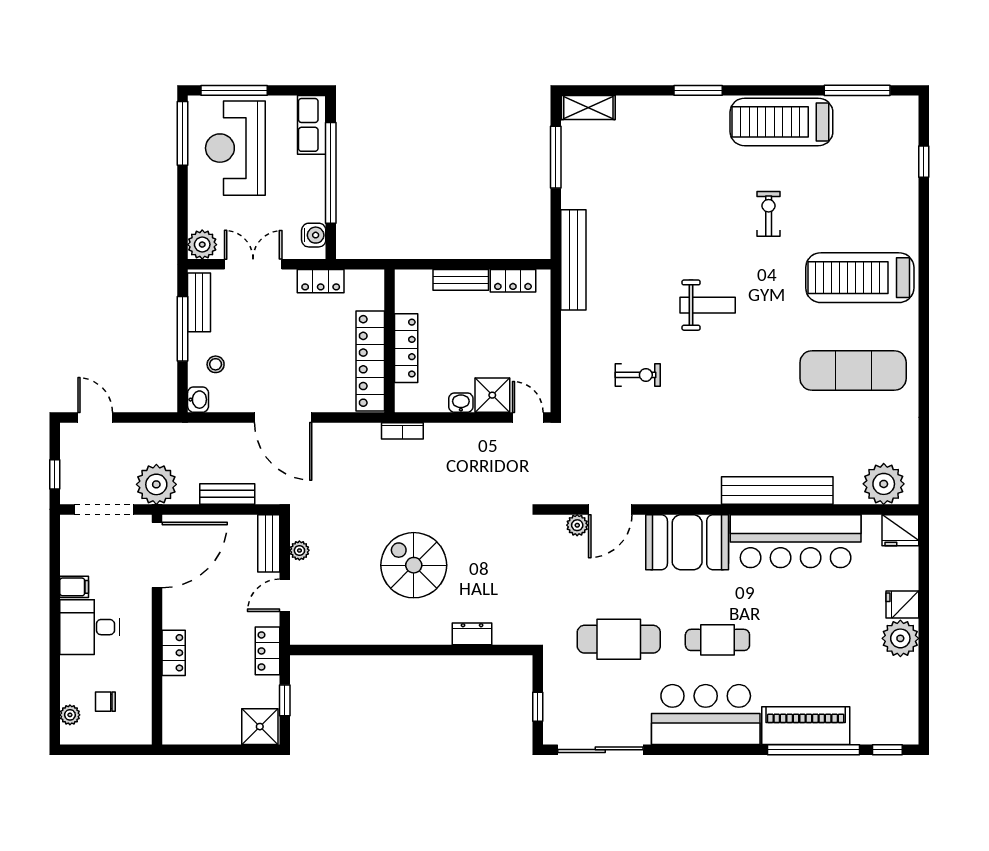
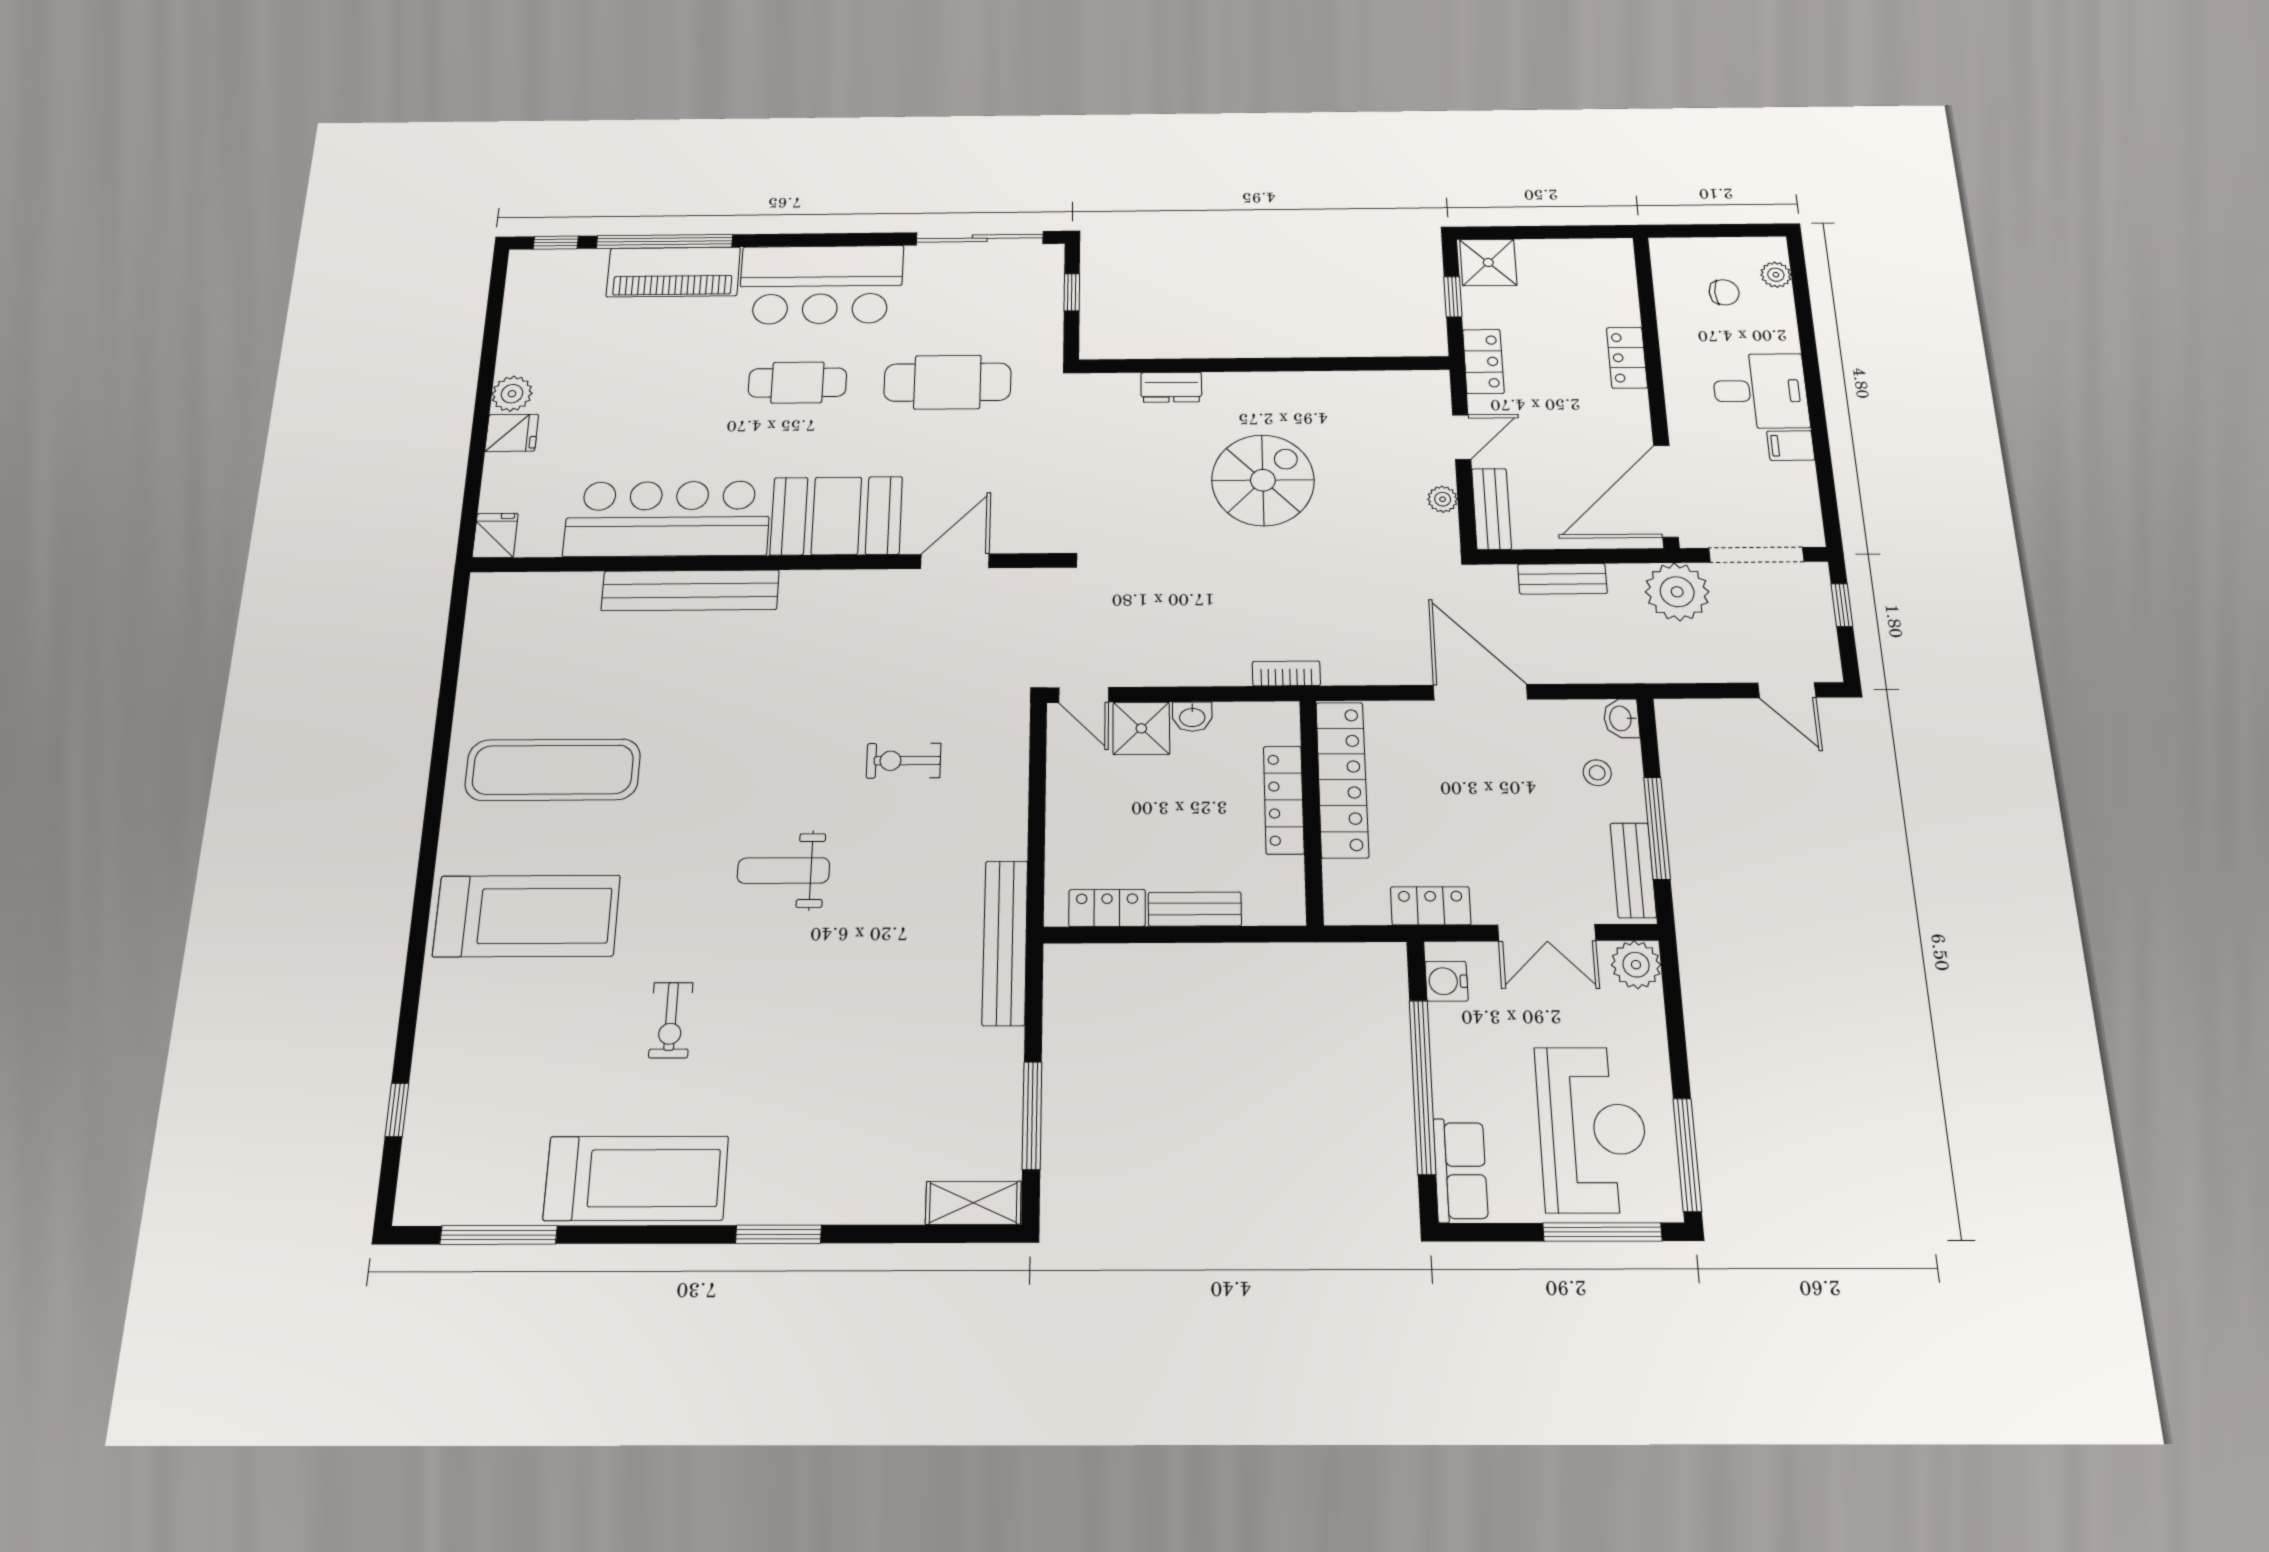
plant: (884, 484) -> (522, 601), removed
plant: (577, 525) -> (1007, 538), removed
fridge: (900, 530) -> (495, 535), width x0.72
spiral stairs: (414, 565) -> (1263, 480), turned -90
plant: (900, 638) -> (512, 394), width x0.73, depth x0.73

